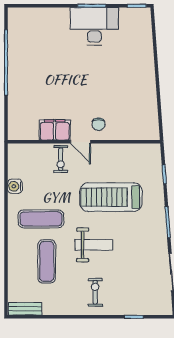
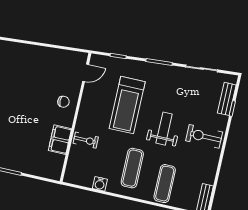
door: (81, 142) -> (86, 73), moved
exercise mat: (47, 261) -> (165, 184), moved, turned 90
exercise bike: (95, 292) -> (204, 136), width x1.38, depth x1.39
bench: (143, 308) -> (227, 99), added

